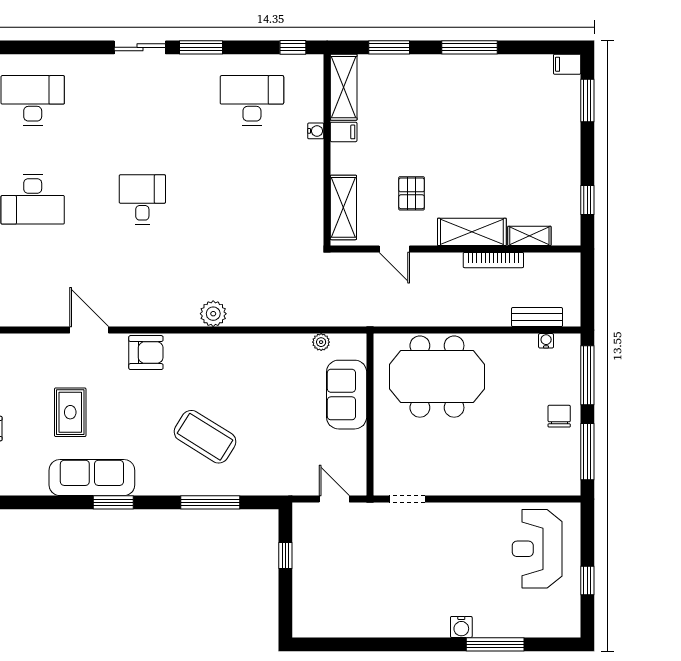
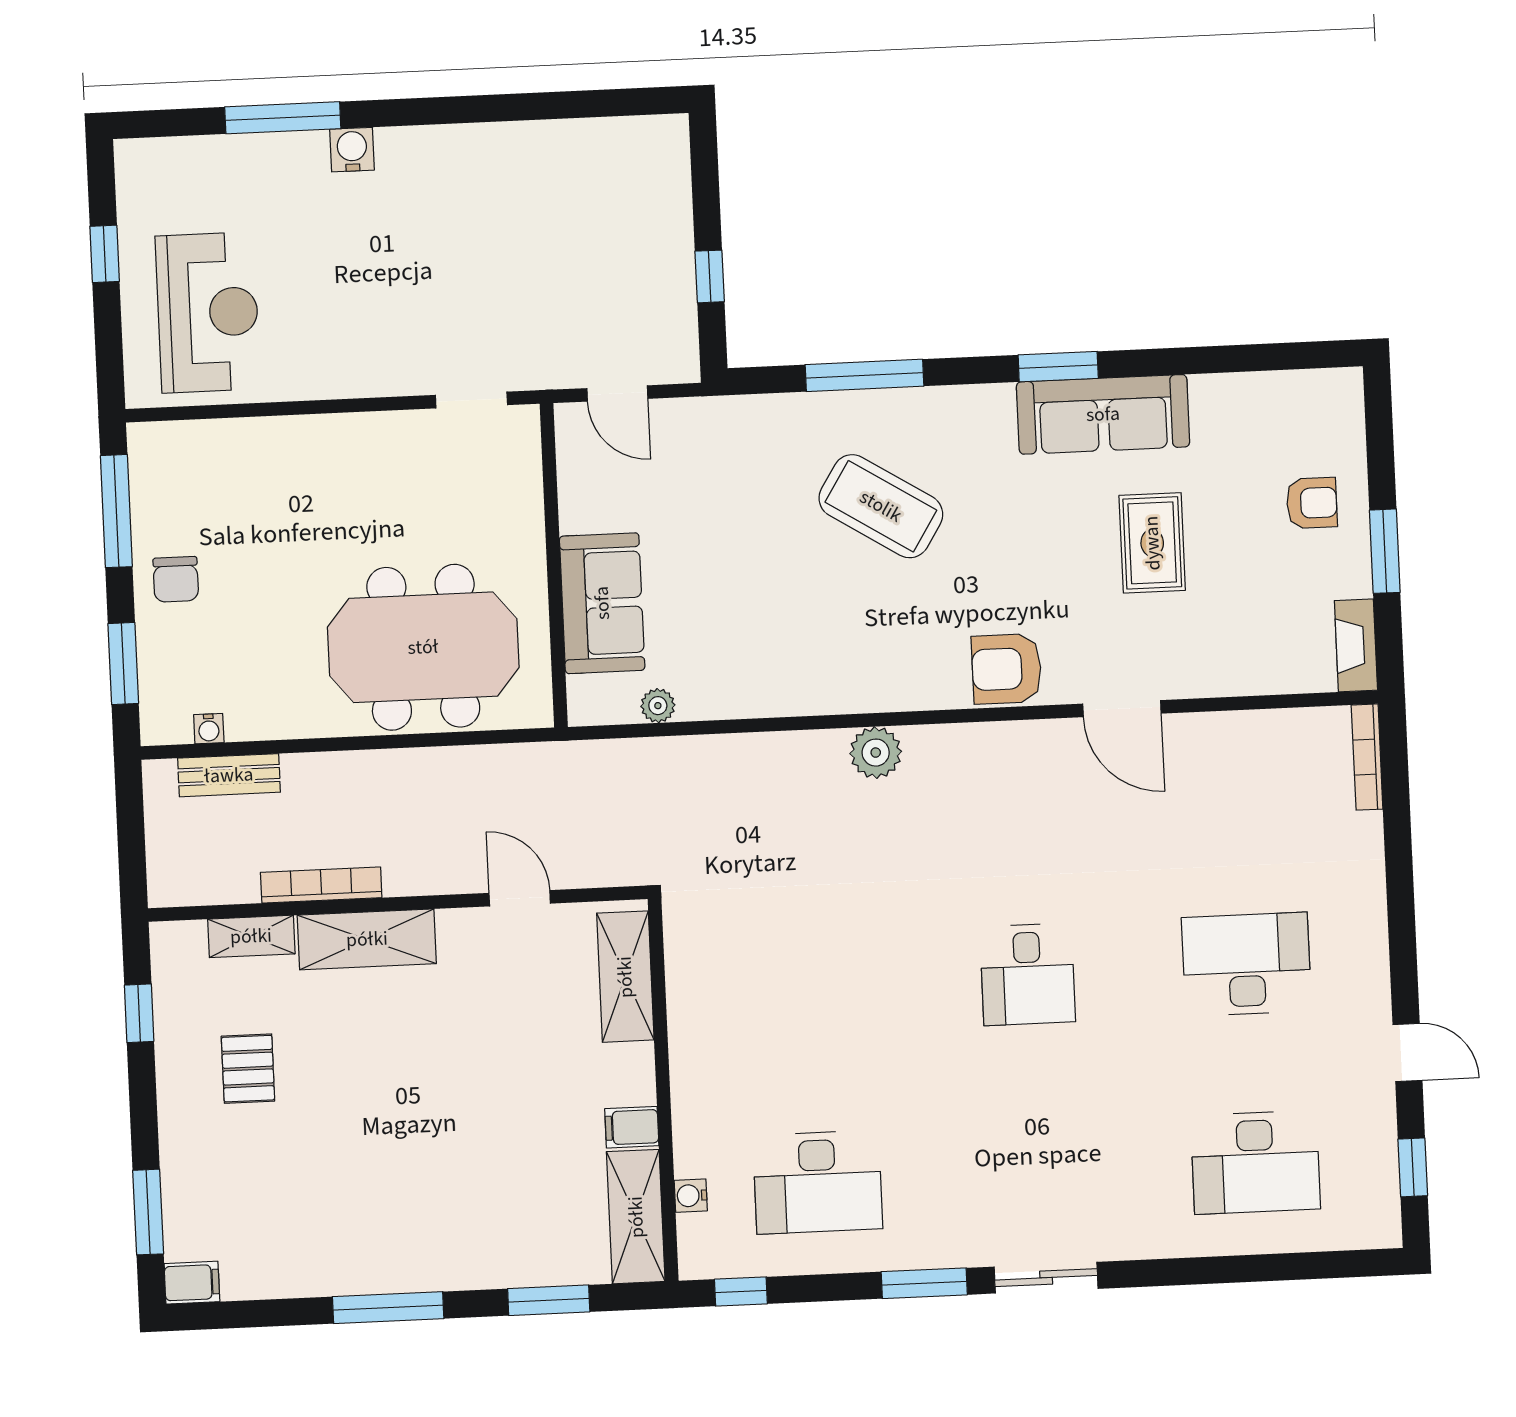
water cooler: (316, 131) -> (691, 1196), moved
pallet: (412, 193) -> (248, 1069), moved
window: (587, 375) -> (123, 664), width x0.69

